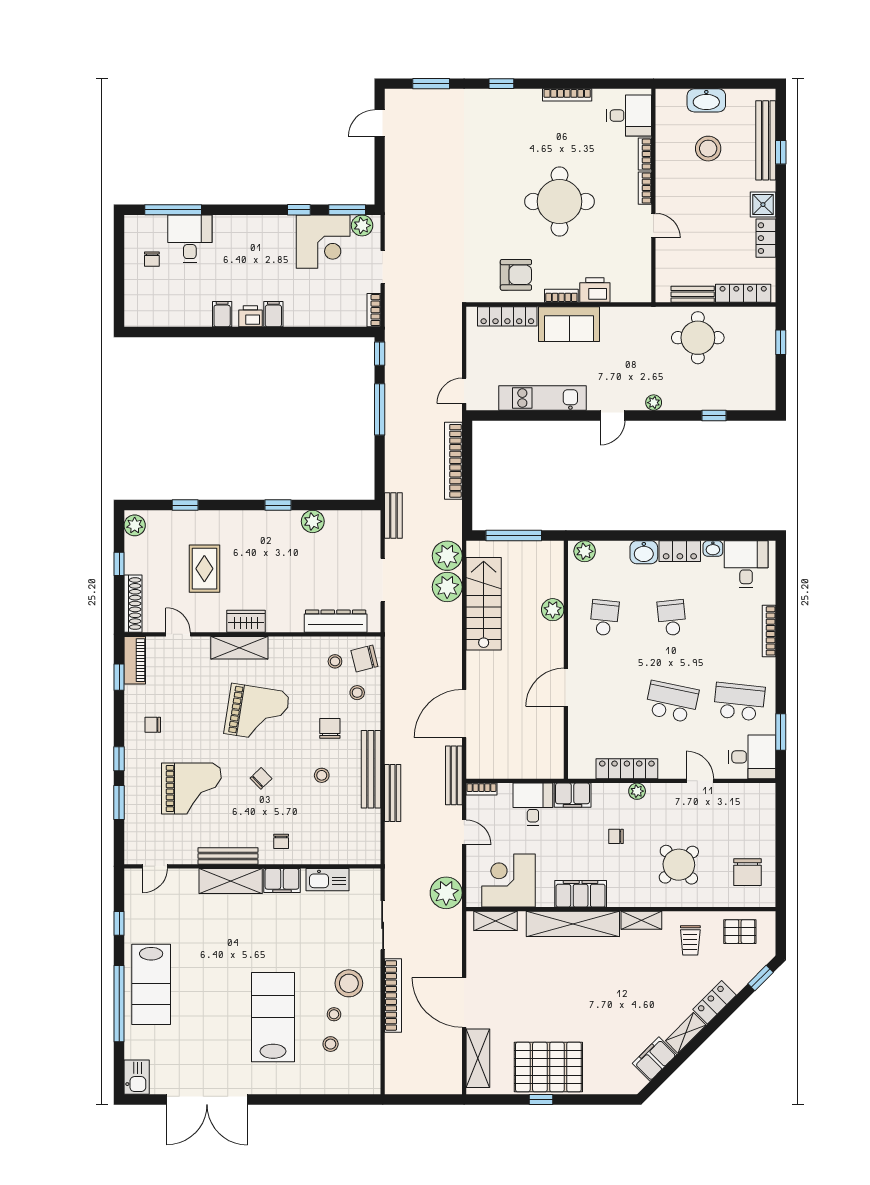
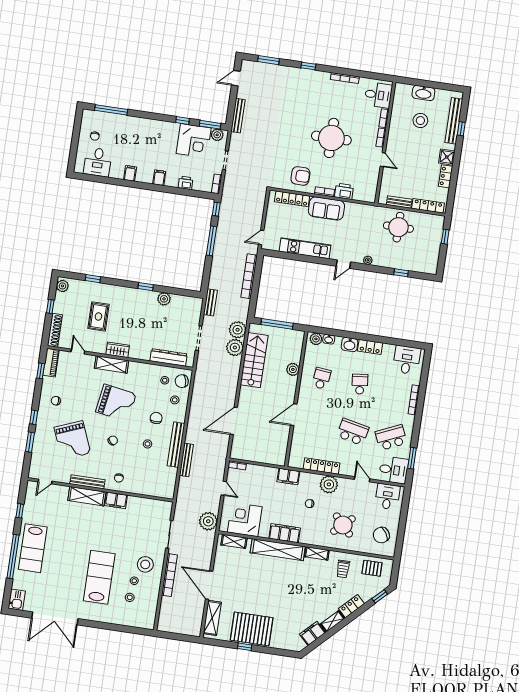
desk: (190, 239) -> (98, 162), moved, turned 180
printer: (250, 316) -> (186, 183), moved
washbasin: (713, 549) -> (329, 339), moved
school desk: (739, 702) -> (391, 438), turned -30
bench: (454, 775) -> (238, 116), moved
grand piano: (191, 788) -> (72, 440), turned 68
plant: (637, 791) -> (329, 484), width x1.87, depth x1.87
desk: (533, 804) -> (387, 497), moved
chair: (748, 872) -> (381, 535), turned 56
kitchen sink: (327, 880) -> (142, 504), removed

